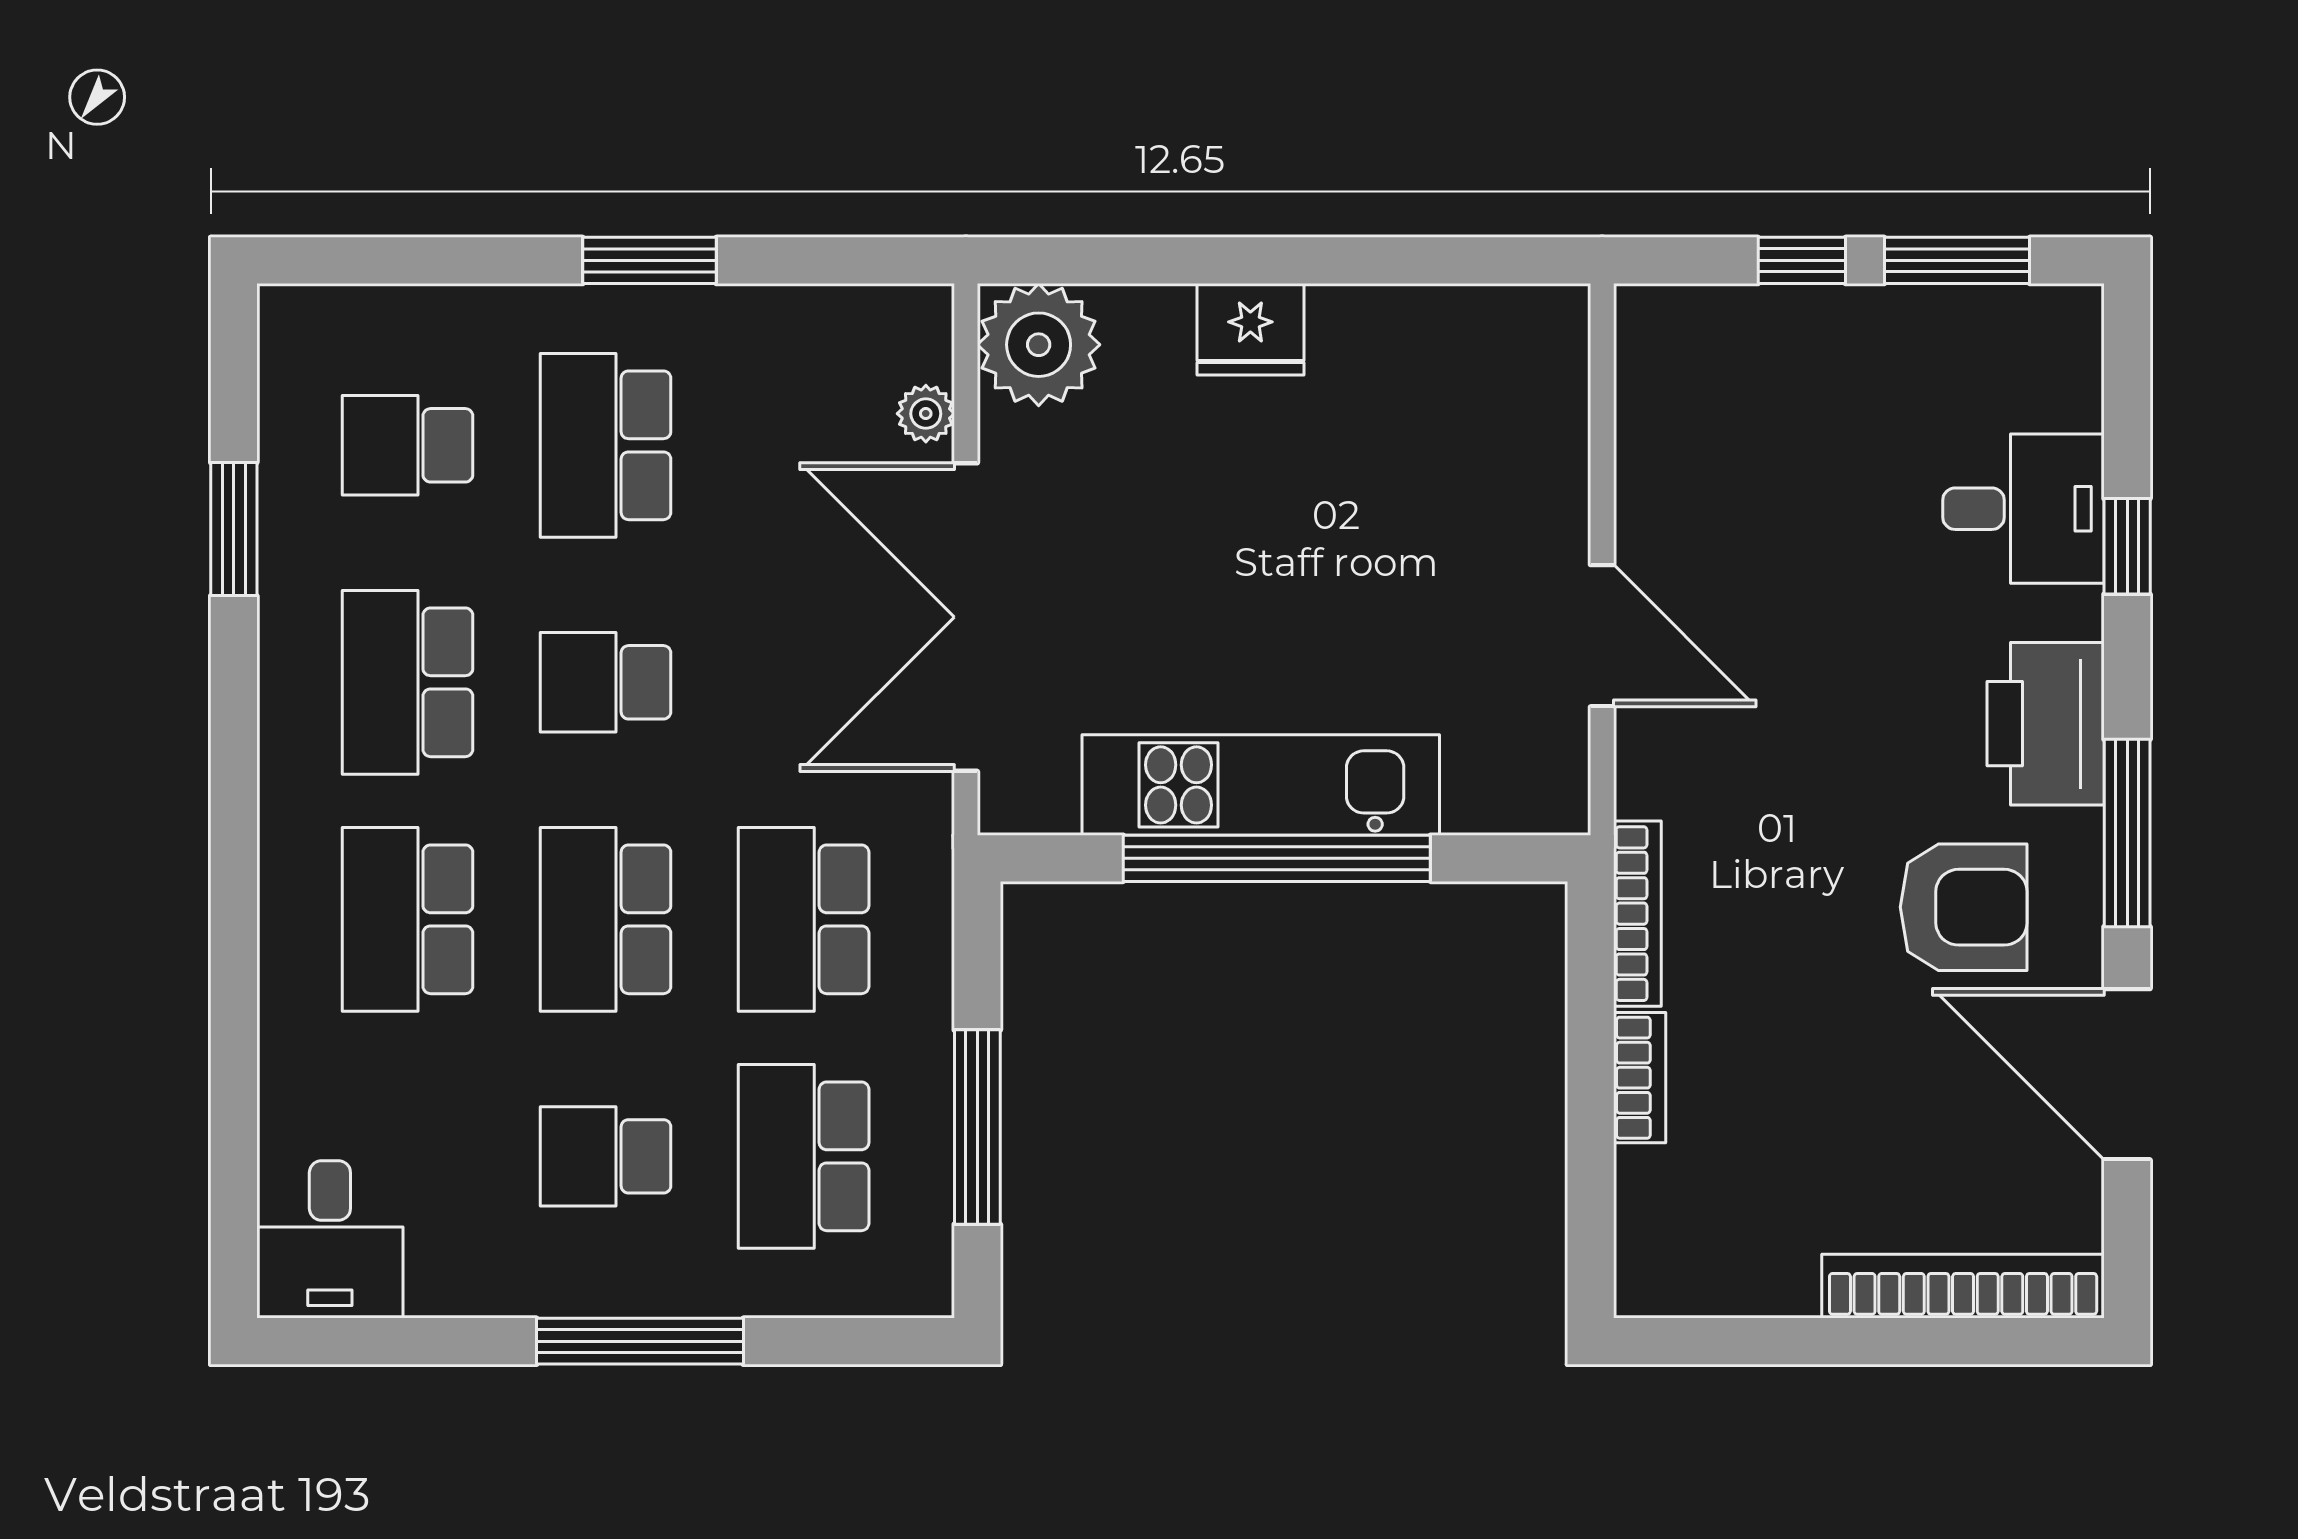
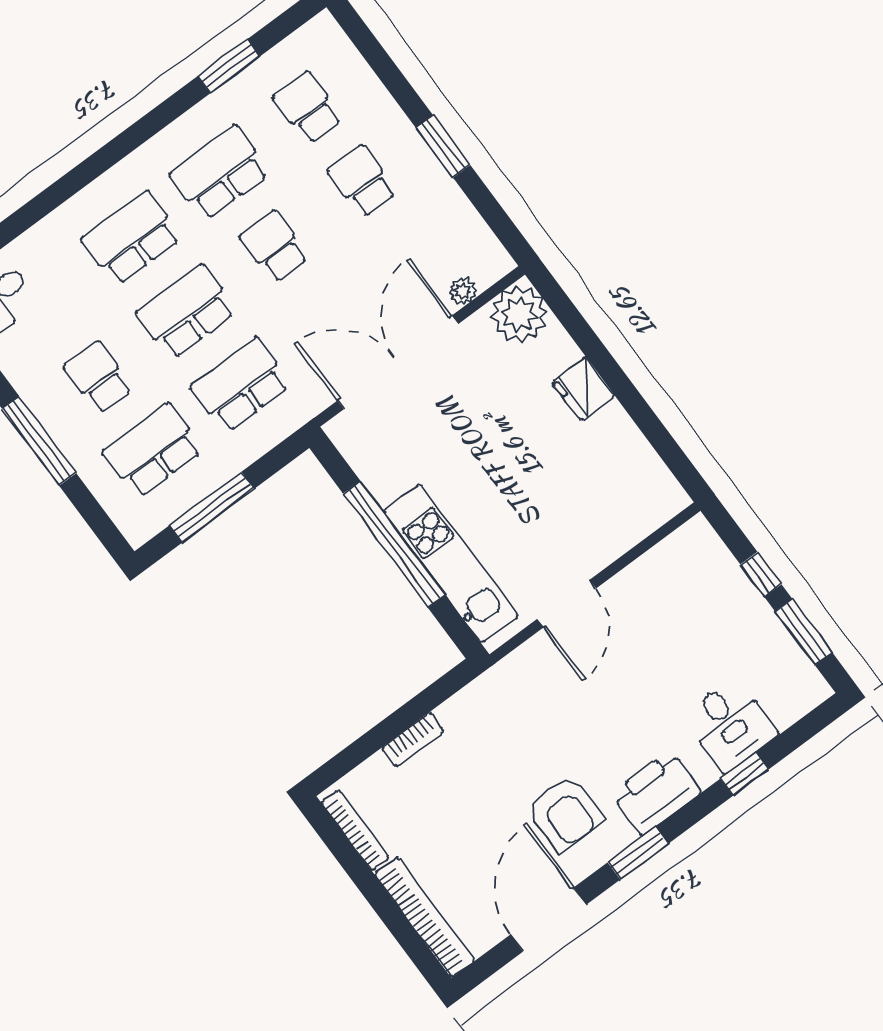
school desk: (606, 445) -> (362, 181), width x0.54
kitchen unit: (1261, 785) -> (451, 564), moved
window: (2127, 833) -> (638, 853), width x0.69
bookcase: (1637, 914) -> (355, 830), moved, turned -90

